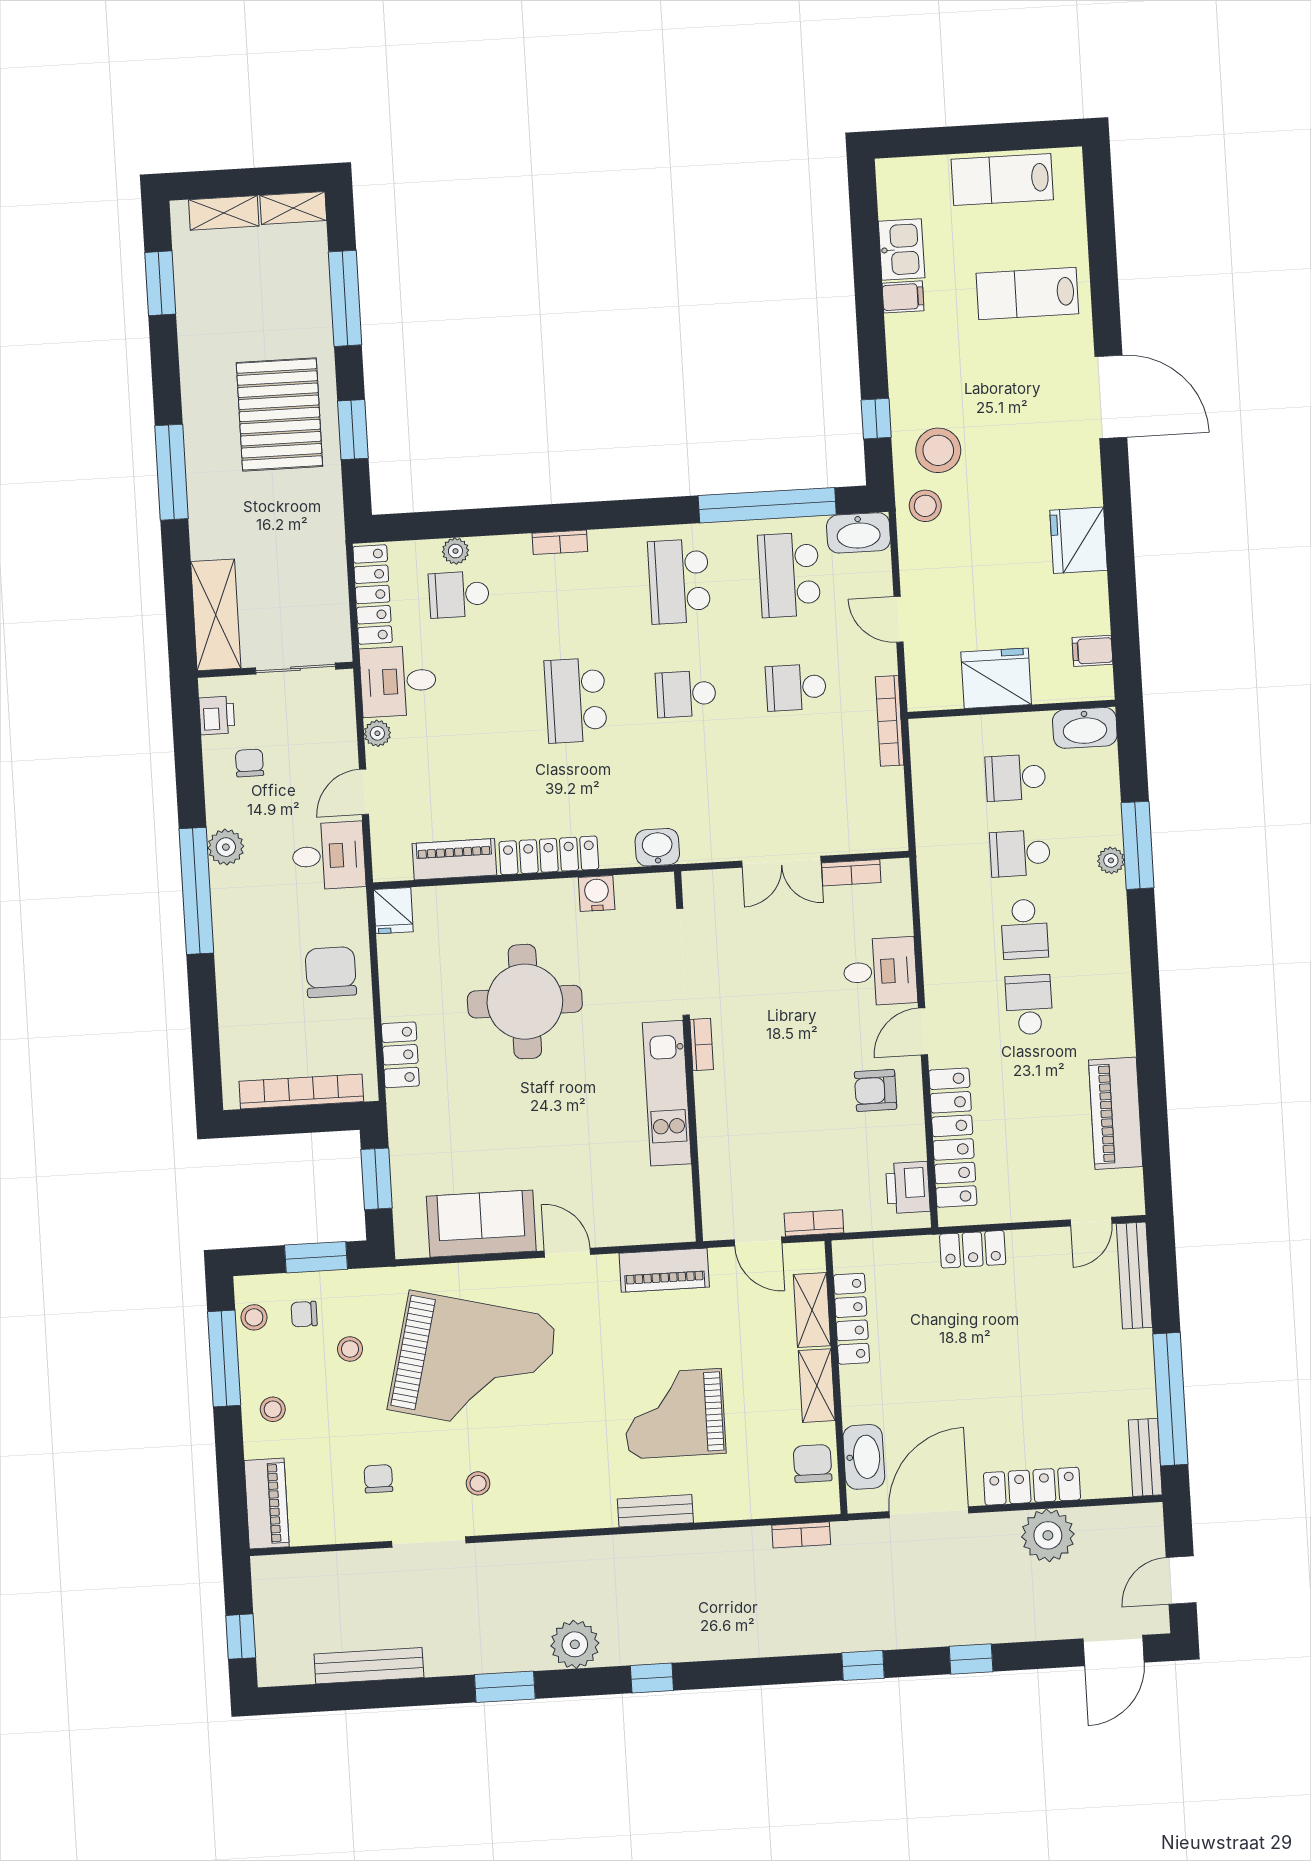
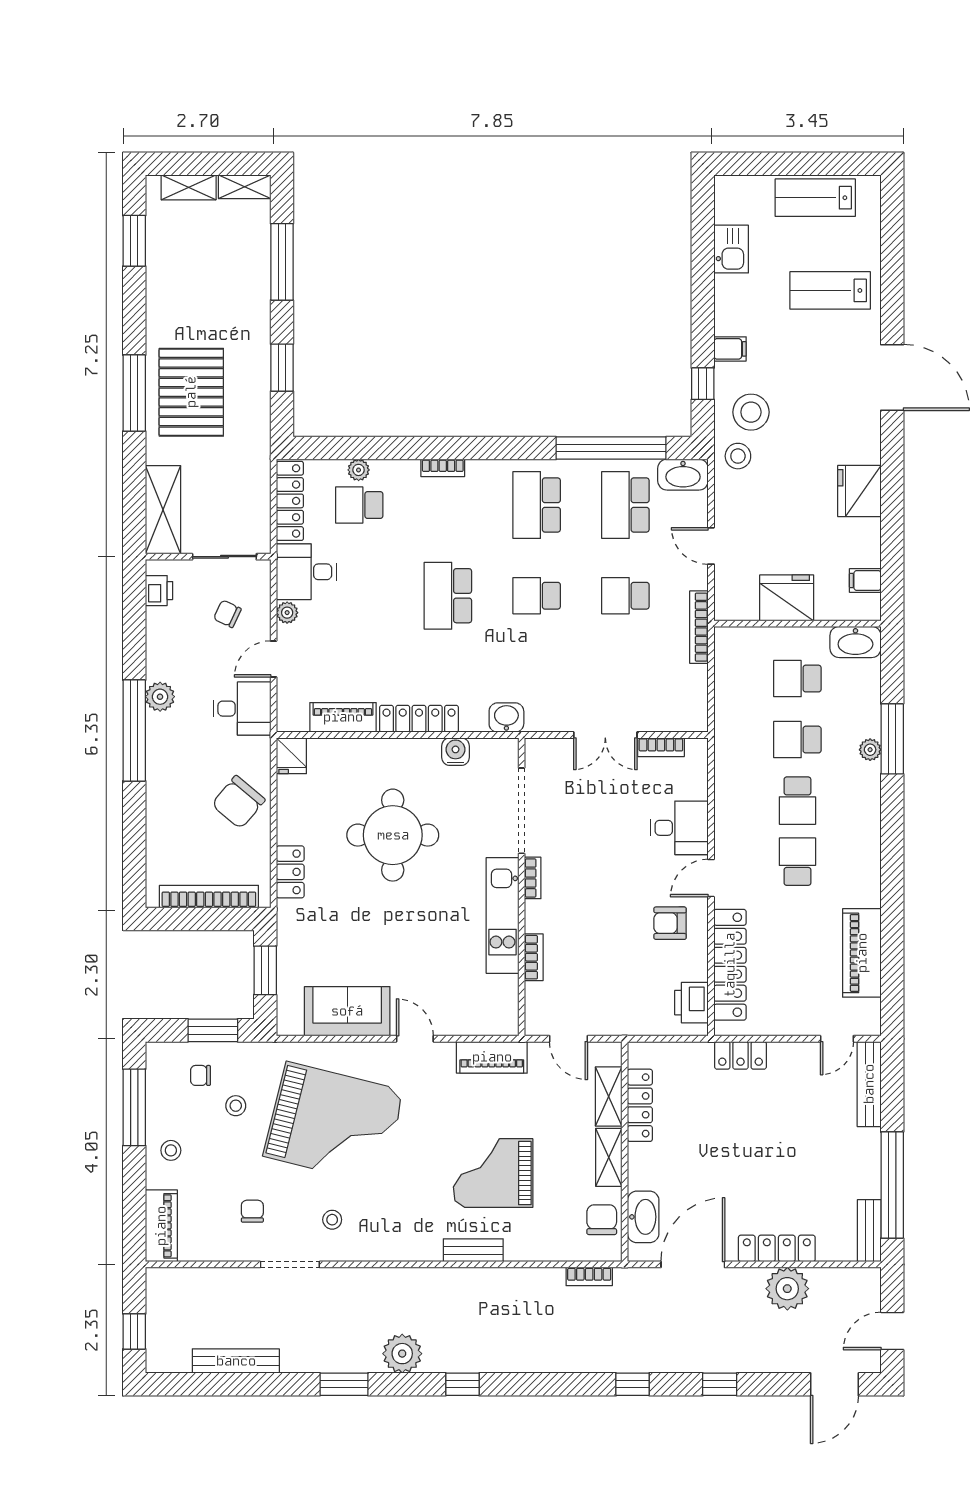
filing cabinet: (903, 297) -> (730, 349), moved
pallet: (279, 414) -> (191, 392), moved
chair: (250, 763) -> (227, 614), moved, turned -65
chair: (331, 972) -> (238, 802), turned -140
bookcase: (814, 1223) -> (534, 957), moved, turned 90
stool: (254, 1317) -> (160, 1076), removed

